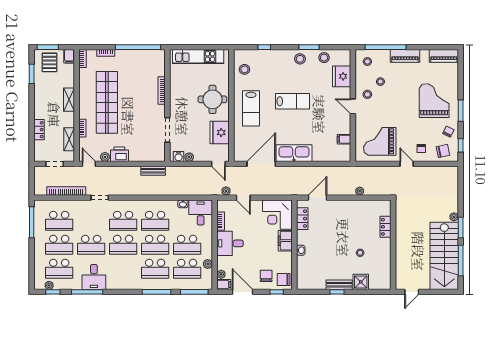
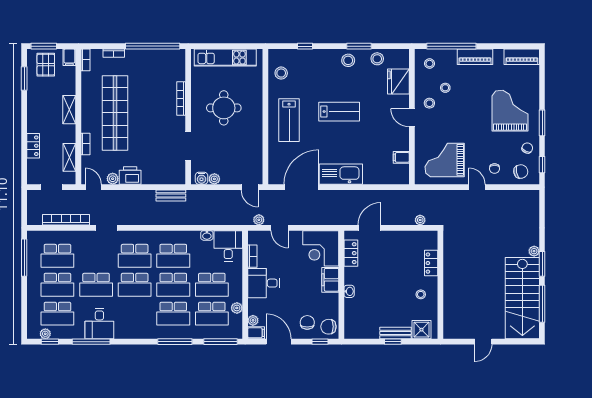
round table: (212, 99) -> (224, 108), moved
fridge: (220, 132) -> (251, 149), removed
locker: (386, 227) -> (431, 263), moved
wall: (393, 245) -> (440, 285), moved

